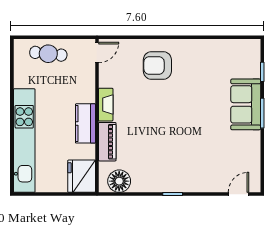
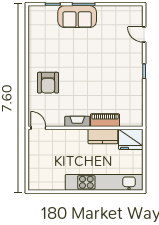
cafe table: (48, 54) -> (39, 164), removed
kitchen counter: (85, 123) -> (103, 137), moved
floor lamp: (119, 181) -> (135, 111), removed
door: (239, 194) -> (144, 35), moved

